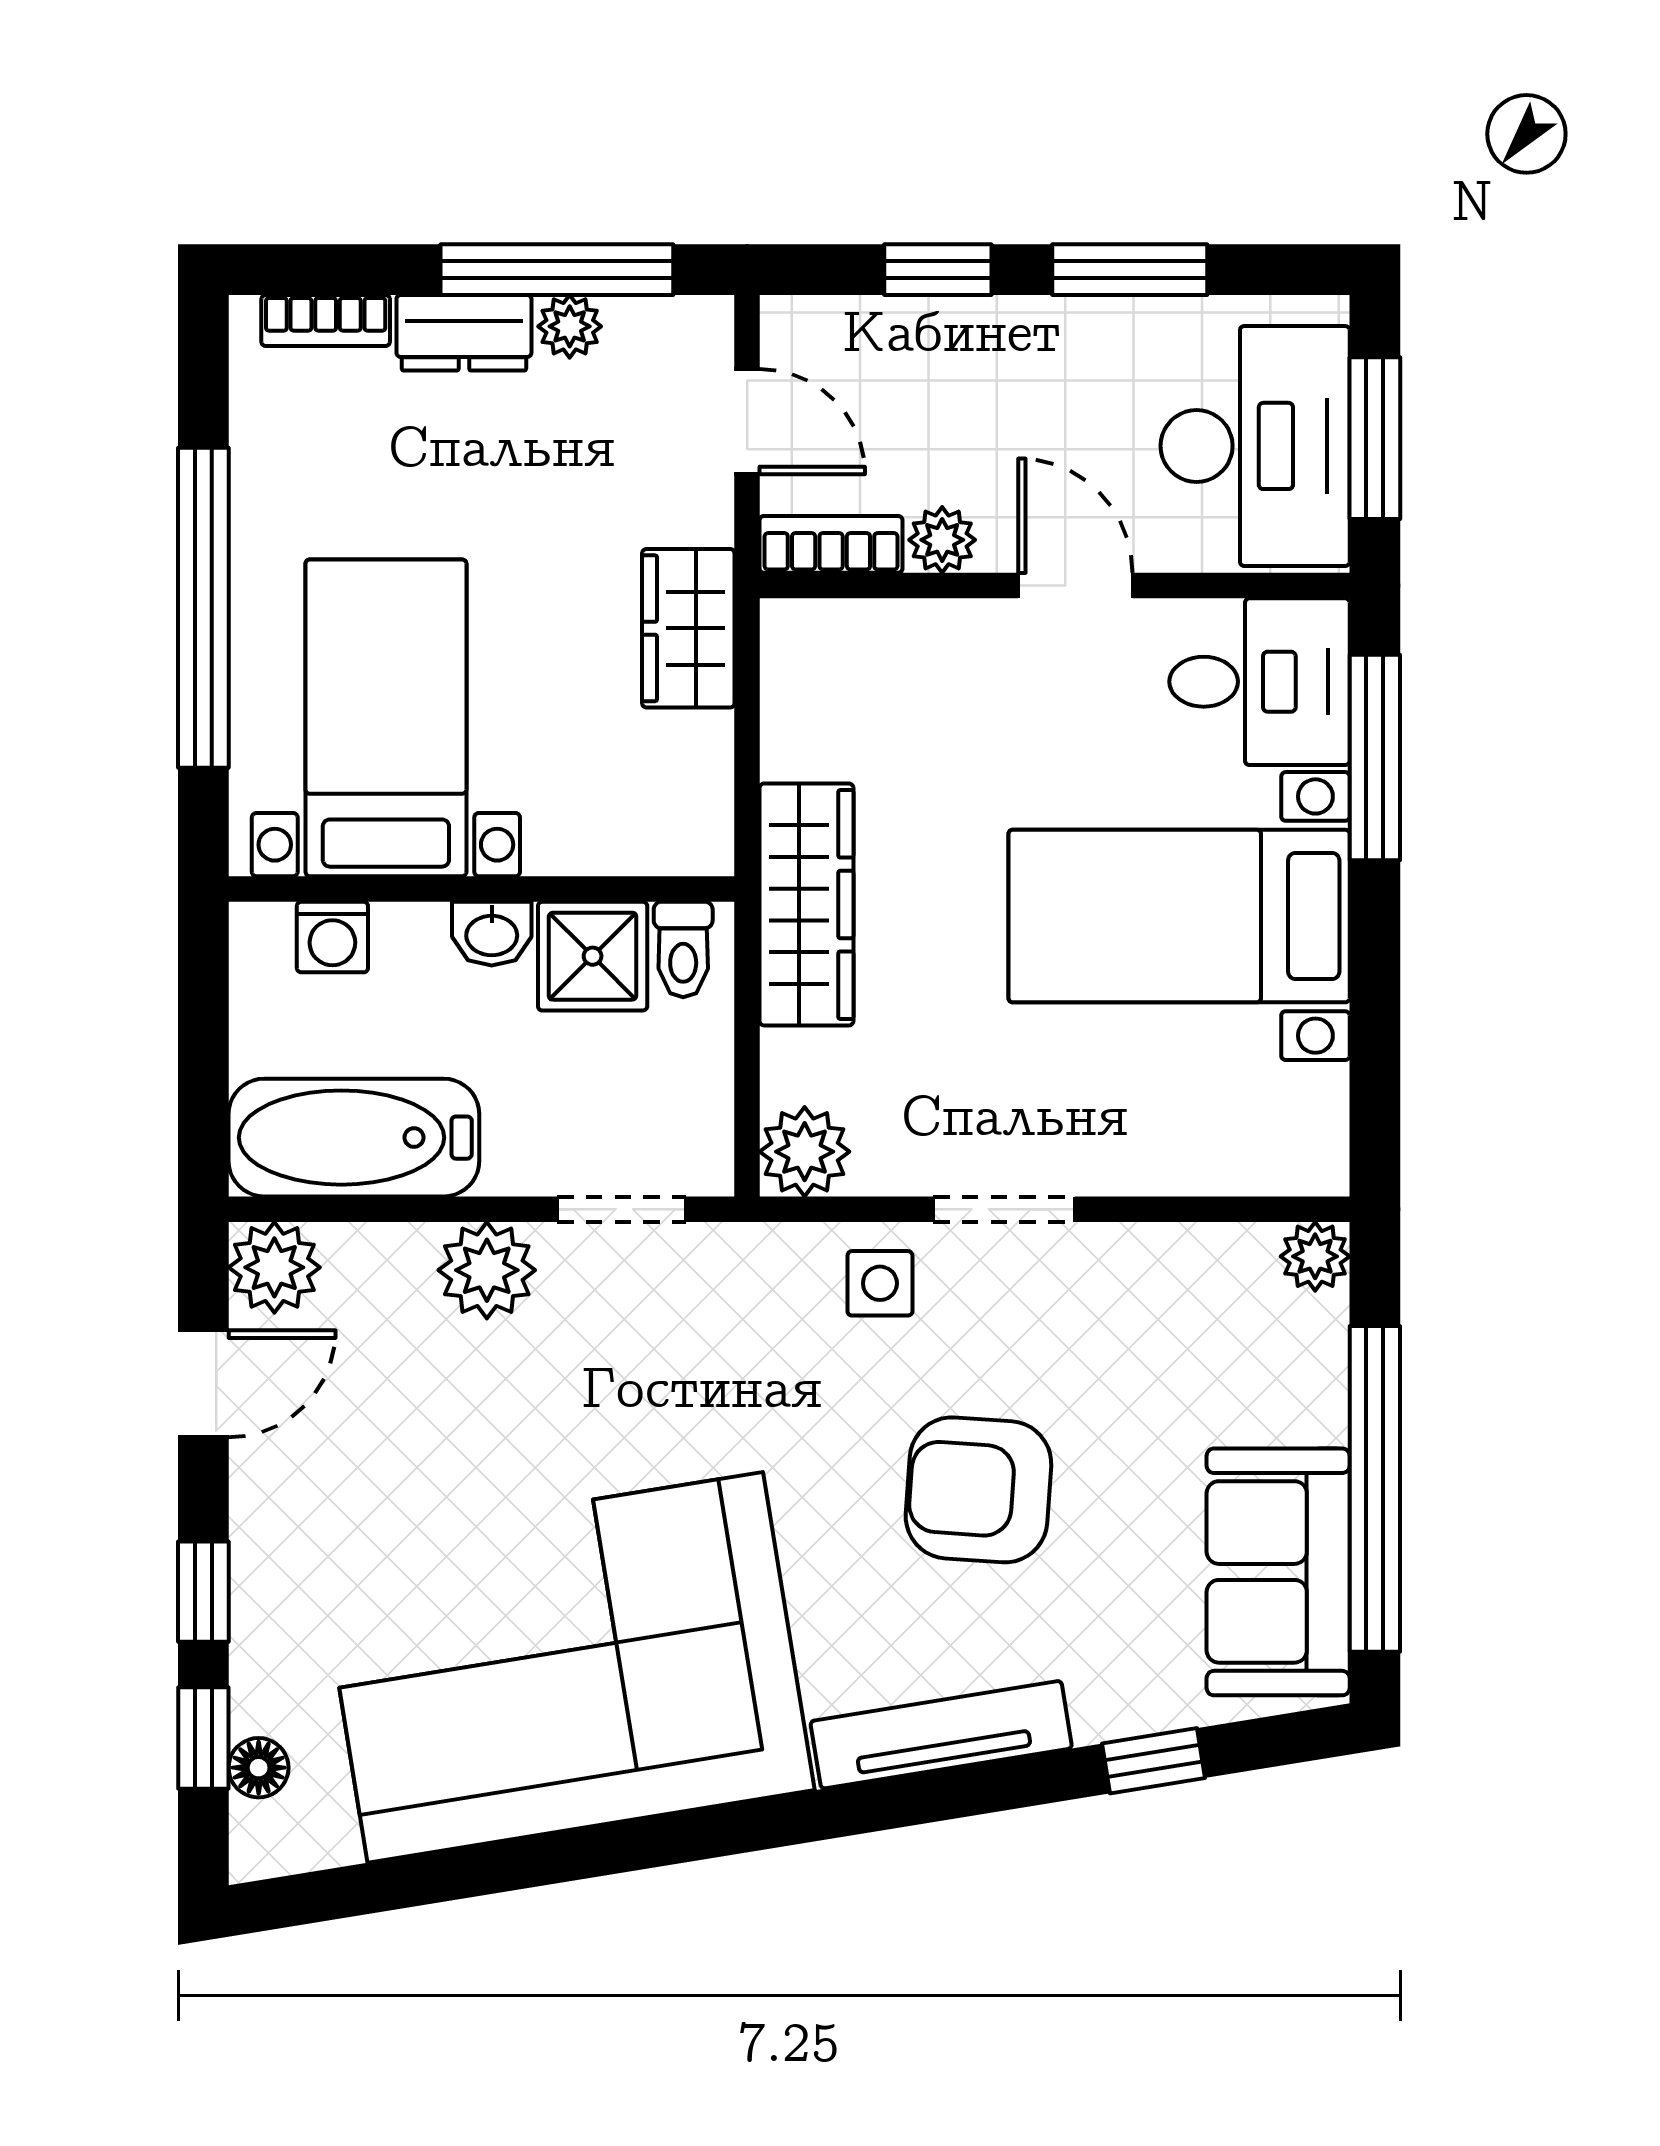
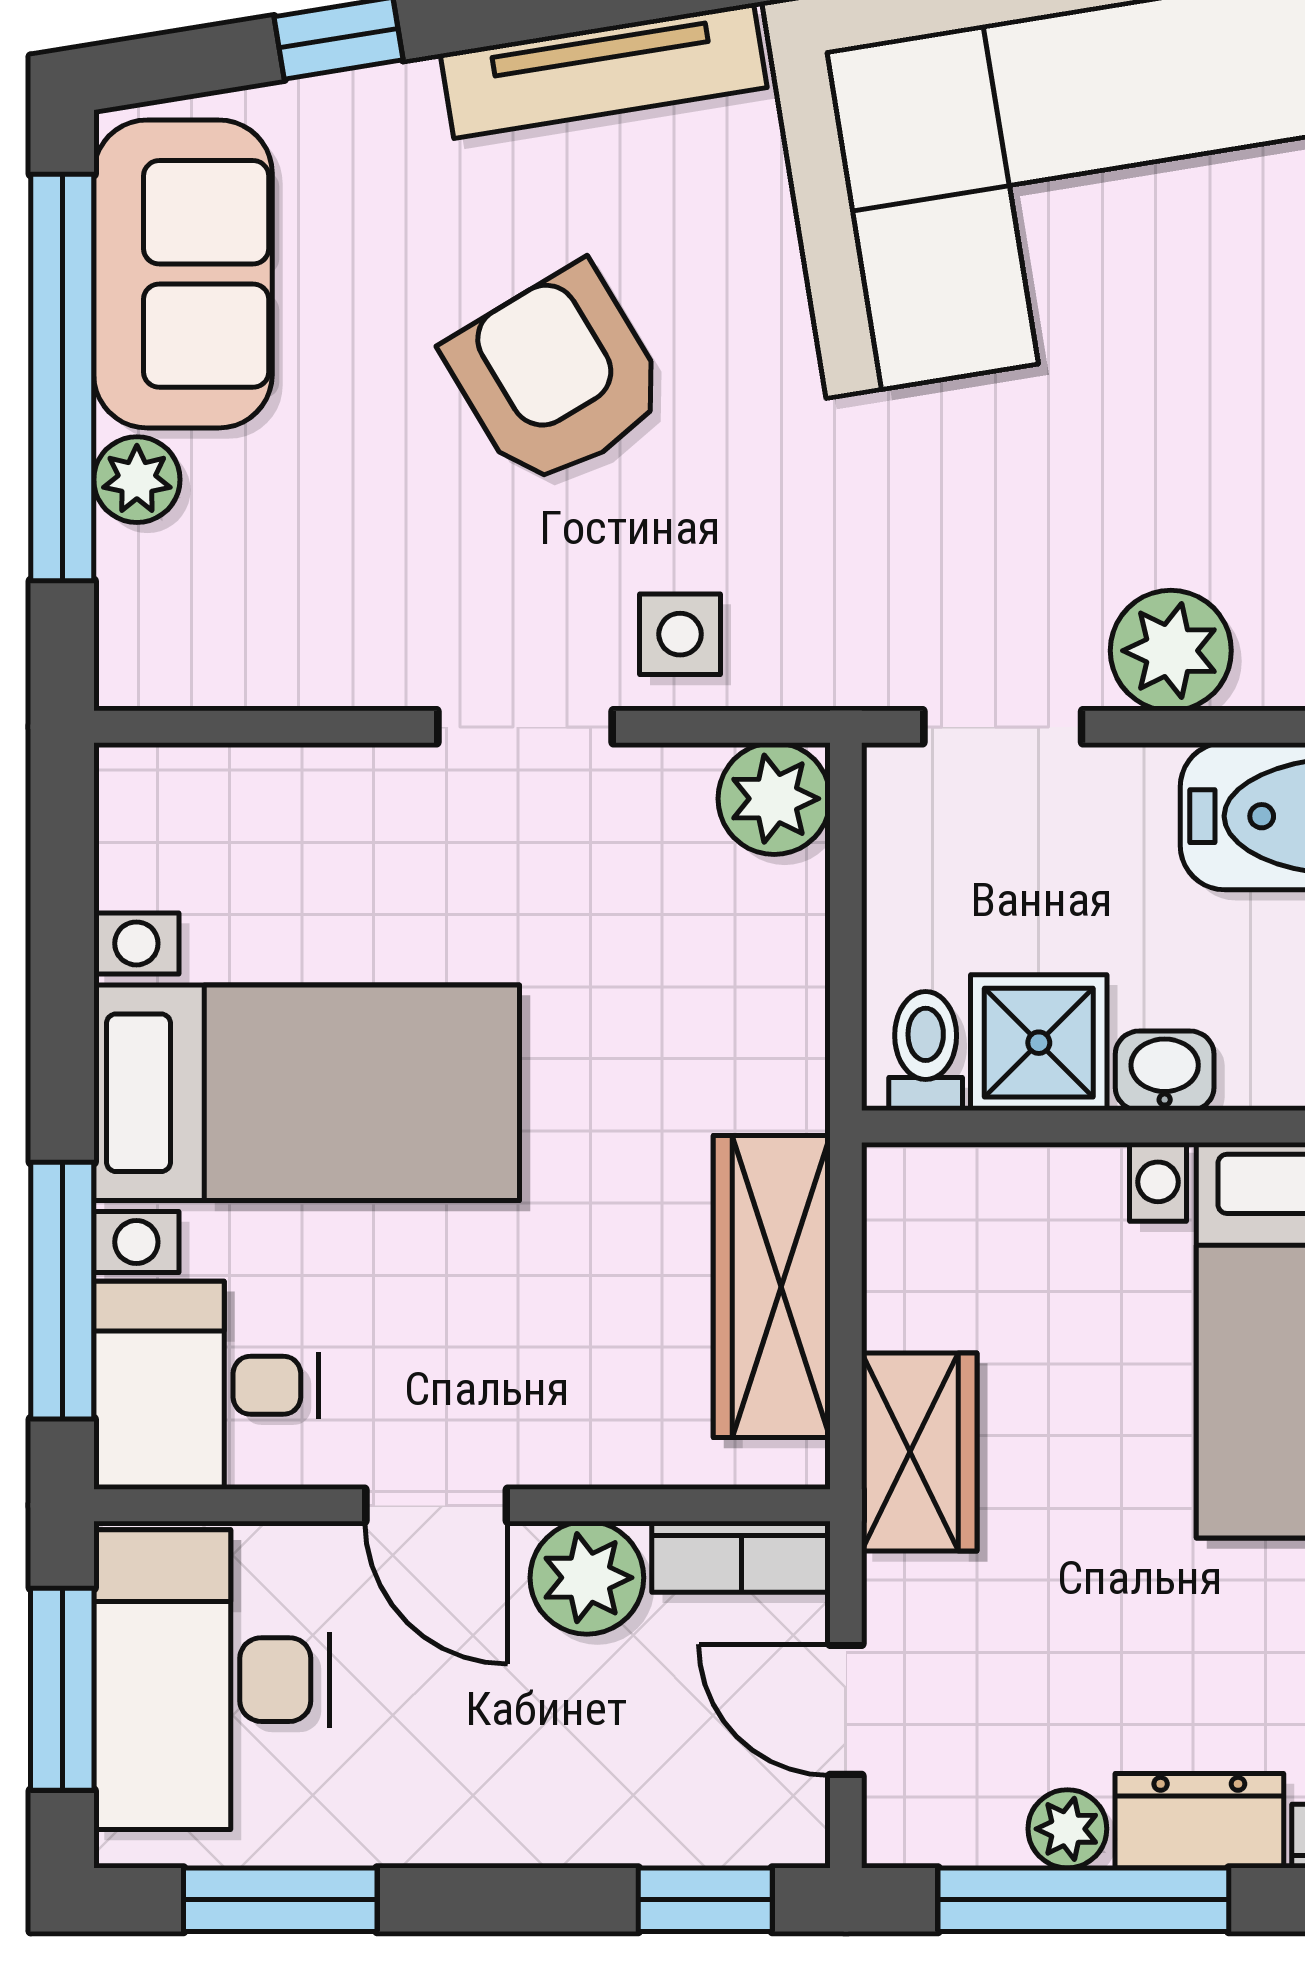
window: (938, 270) -> (705, 1900), moved
window: (1130, 270) -> (280, 1900), moved
plant: (942, 540) -> (587, 1578), width x1.38, depth x1.38
wardrobe: (806, 904) -> (772, 1287), moved
plant: (1315, 1256) -> (137, 480), moved
armchair: (978, 1490) -> (557, 376), turned -125

